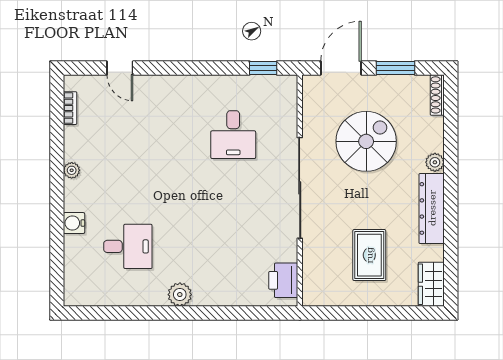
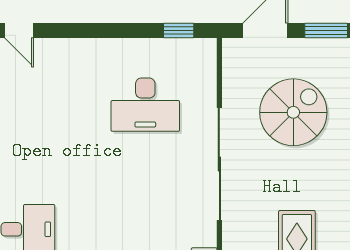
desk: (233, 135) -> (145, 105), width x1.37

